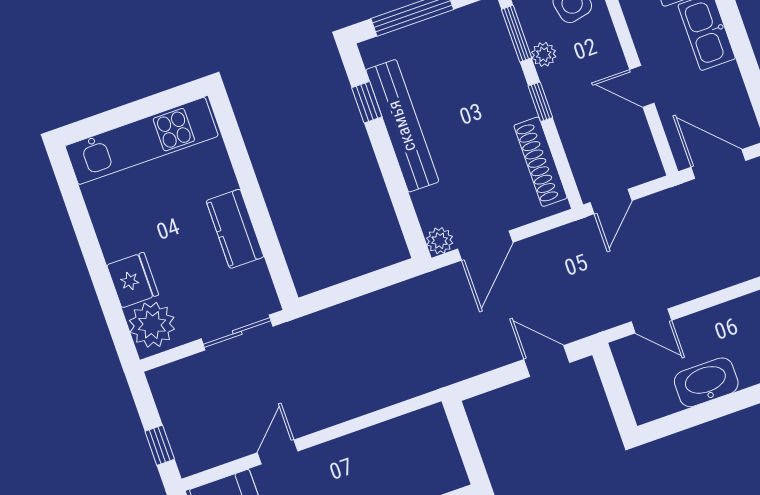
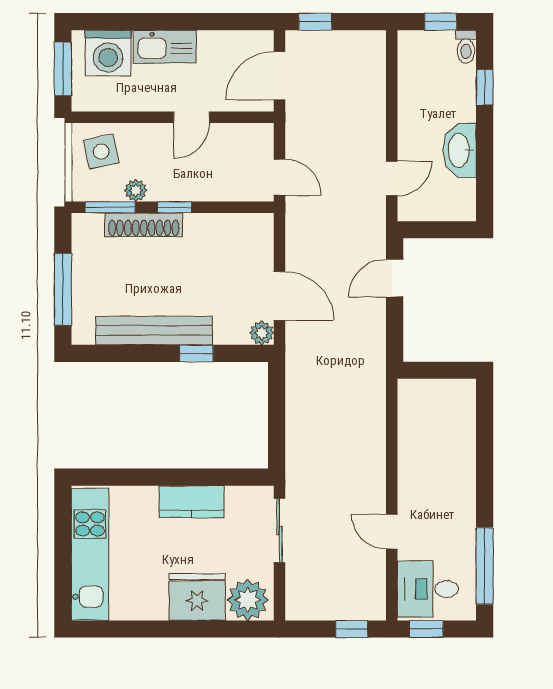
window: (367, 102) -> (196, 353), moved
shoe rack: (540, 162) -> (144, 225), moved
fridge: (133, 280) -> (197, 597), width x1.36, depth x1.34

